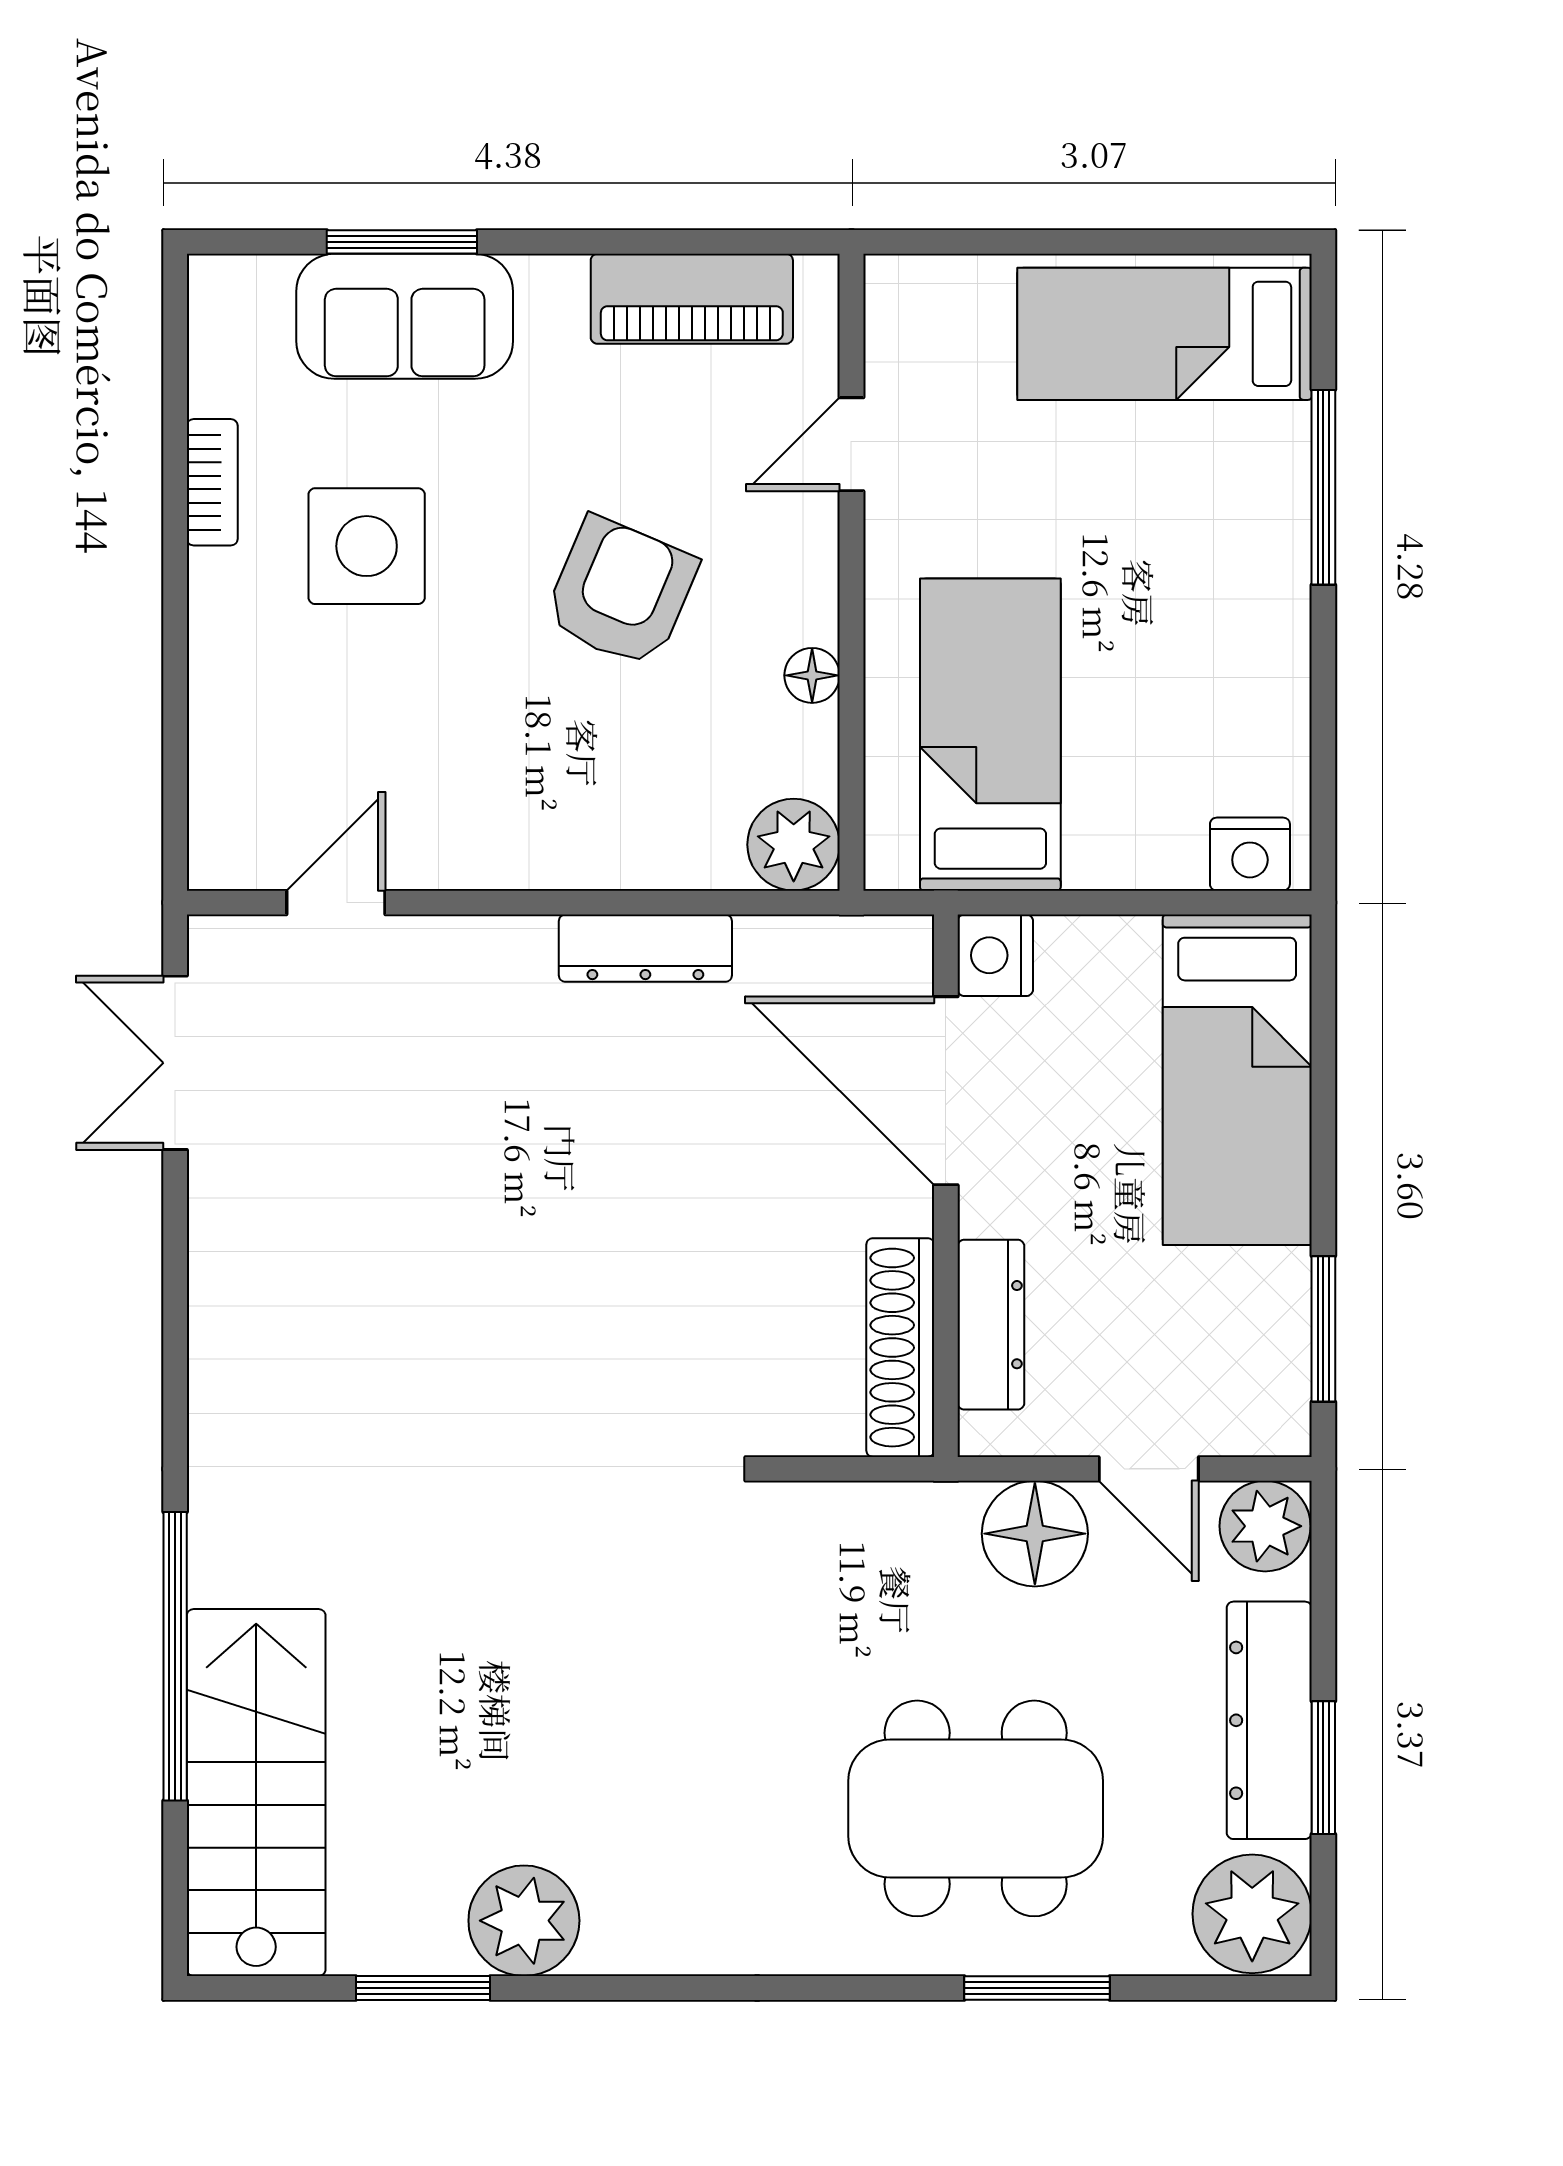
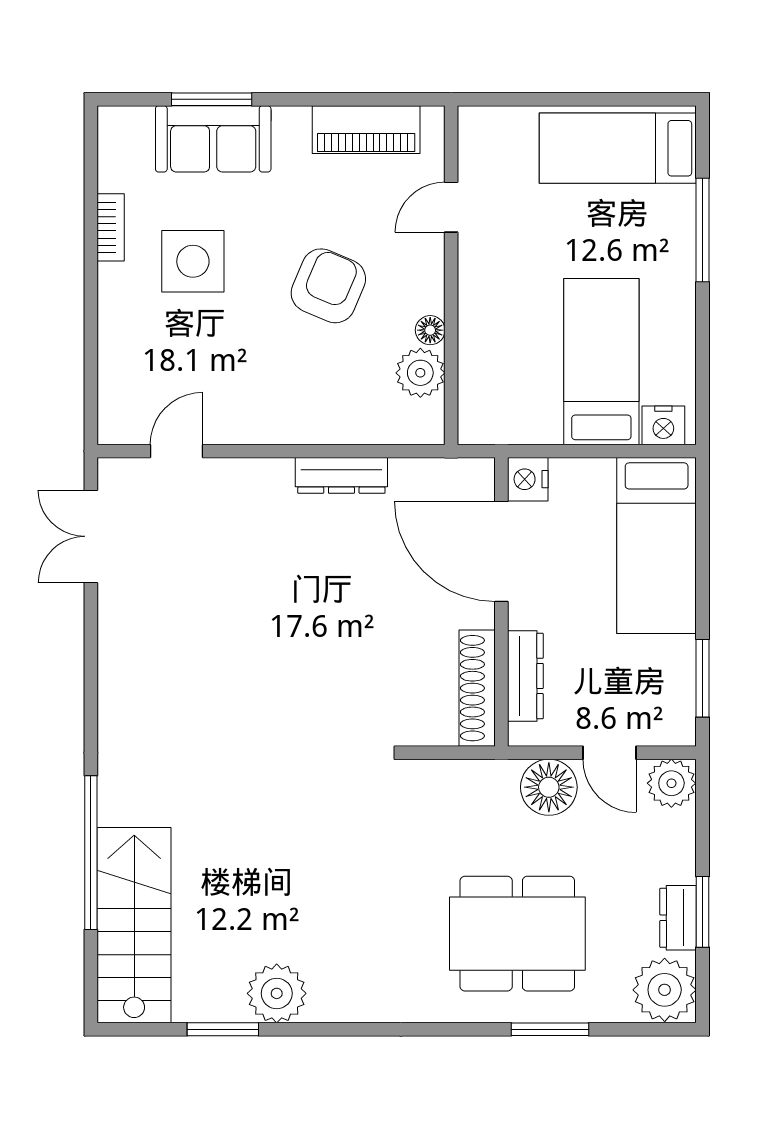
bed: (990, 735) -> (601, 362), moved
plant: (794, 845) -> (420, 373), moved
dresser: (1269, 1720) -> (678, 918), width x0.51, depth x0.80

